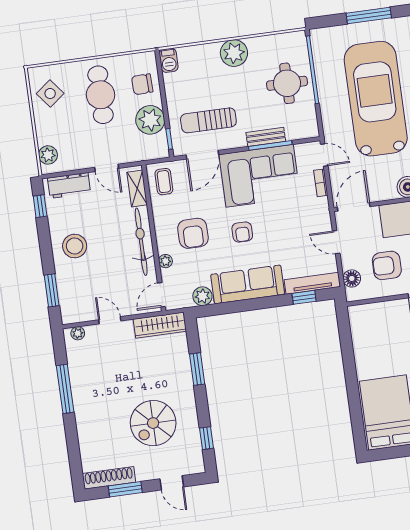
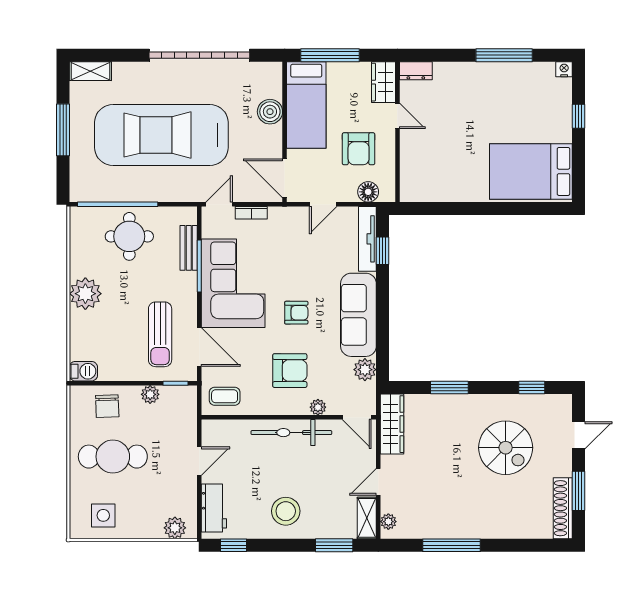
side table: (50, 94) -> (103, 515), turned 38
plant: (150, 120) -> (150, 394), width x0.53, depth x0.53
bench: (266, 137) -> (189, 248), moved
shelving: (137, 189) -> (367, 518), moved, turned 90

